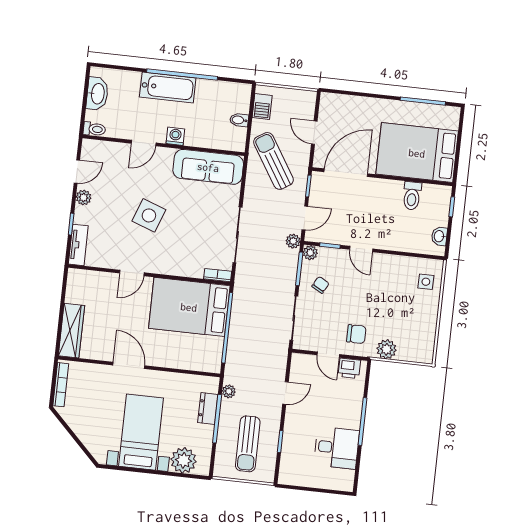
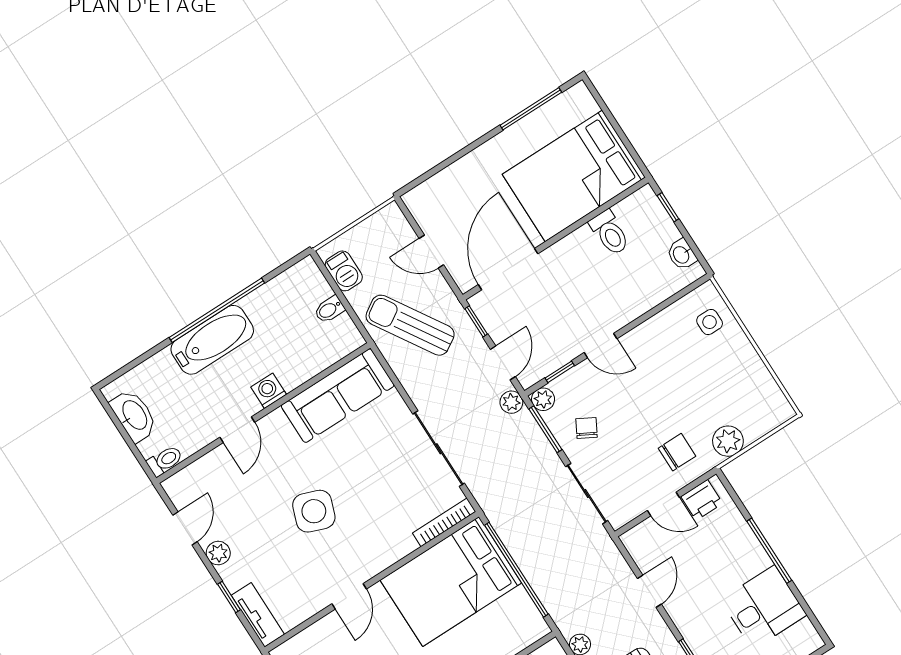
bookcase: (218, 275) -> (444, 522), width x1.56

